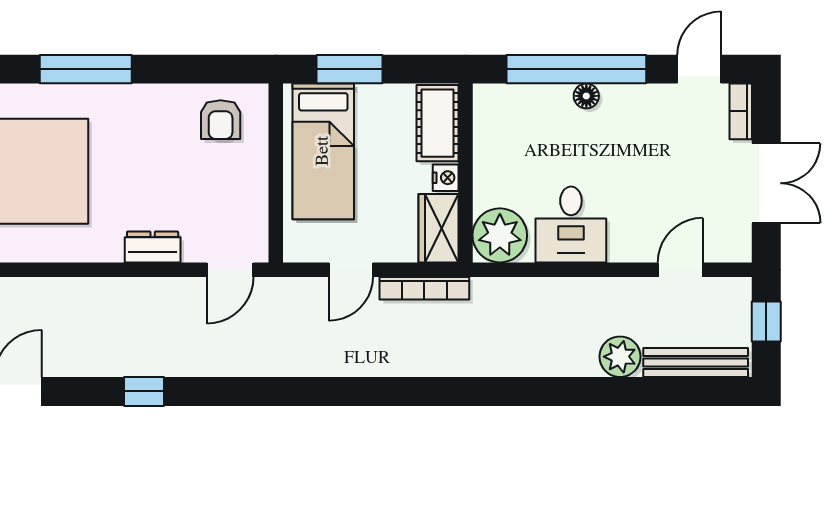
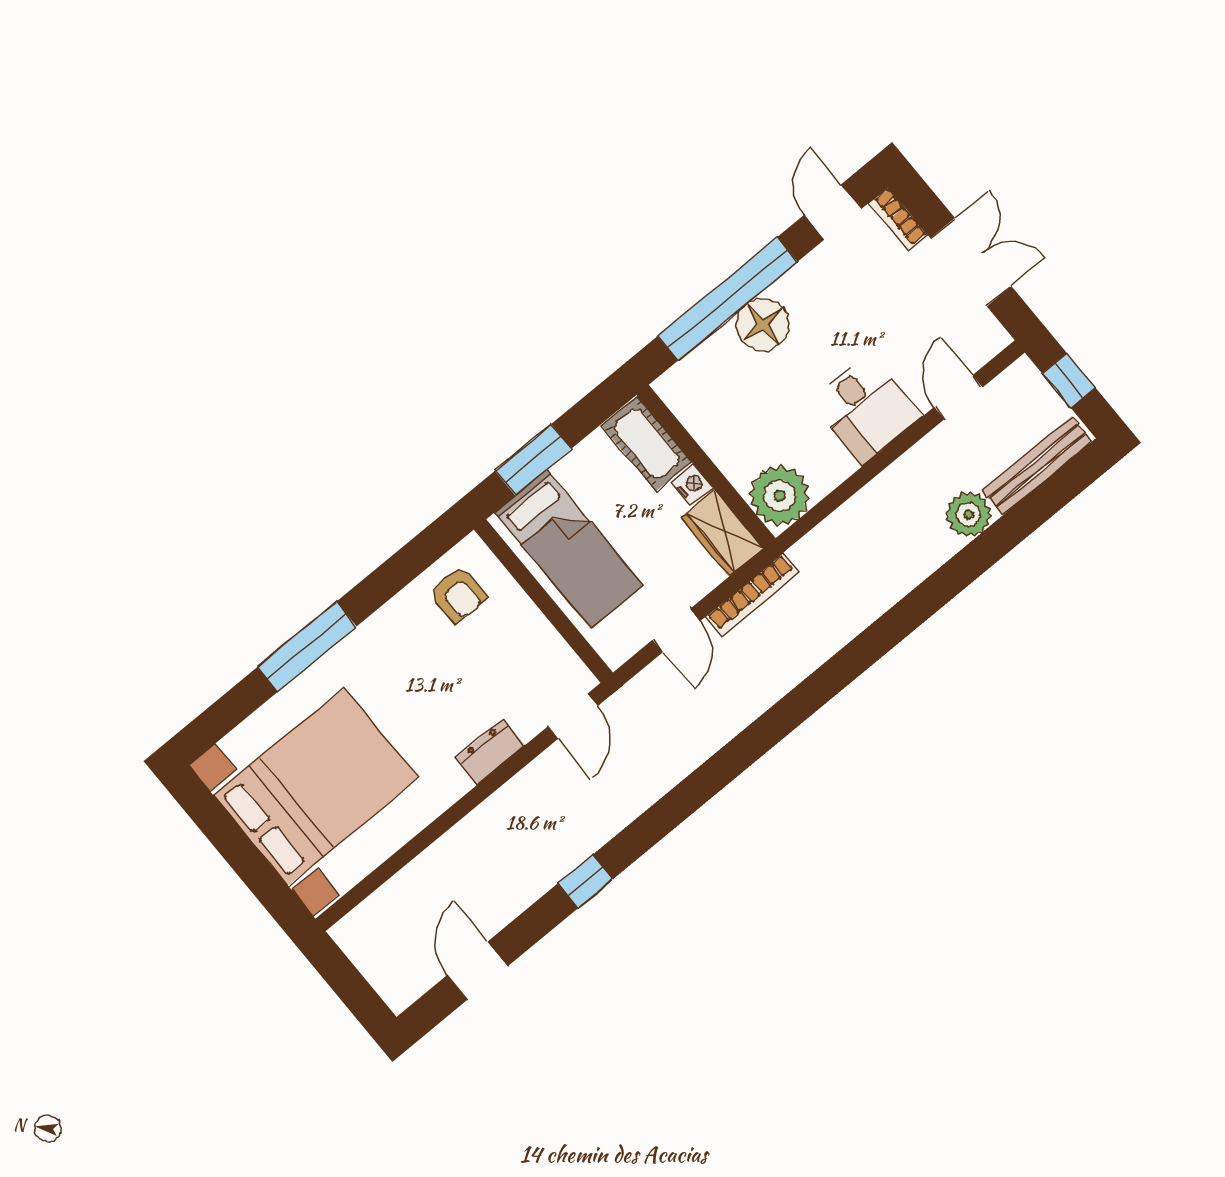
floor lamp: (586, 96) -> (763, 324), width x1.89, depth x1.89
desk: (571, 224) -> (866, 408), moved

